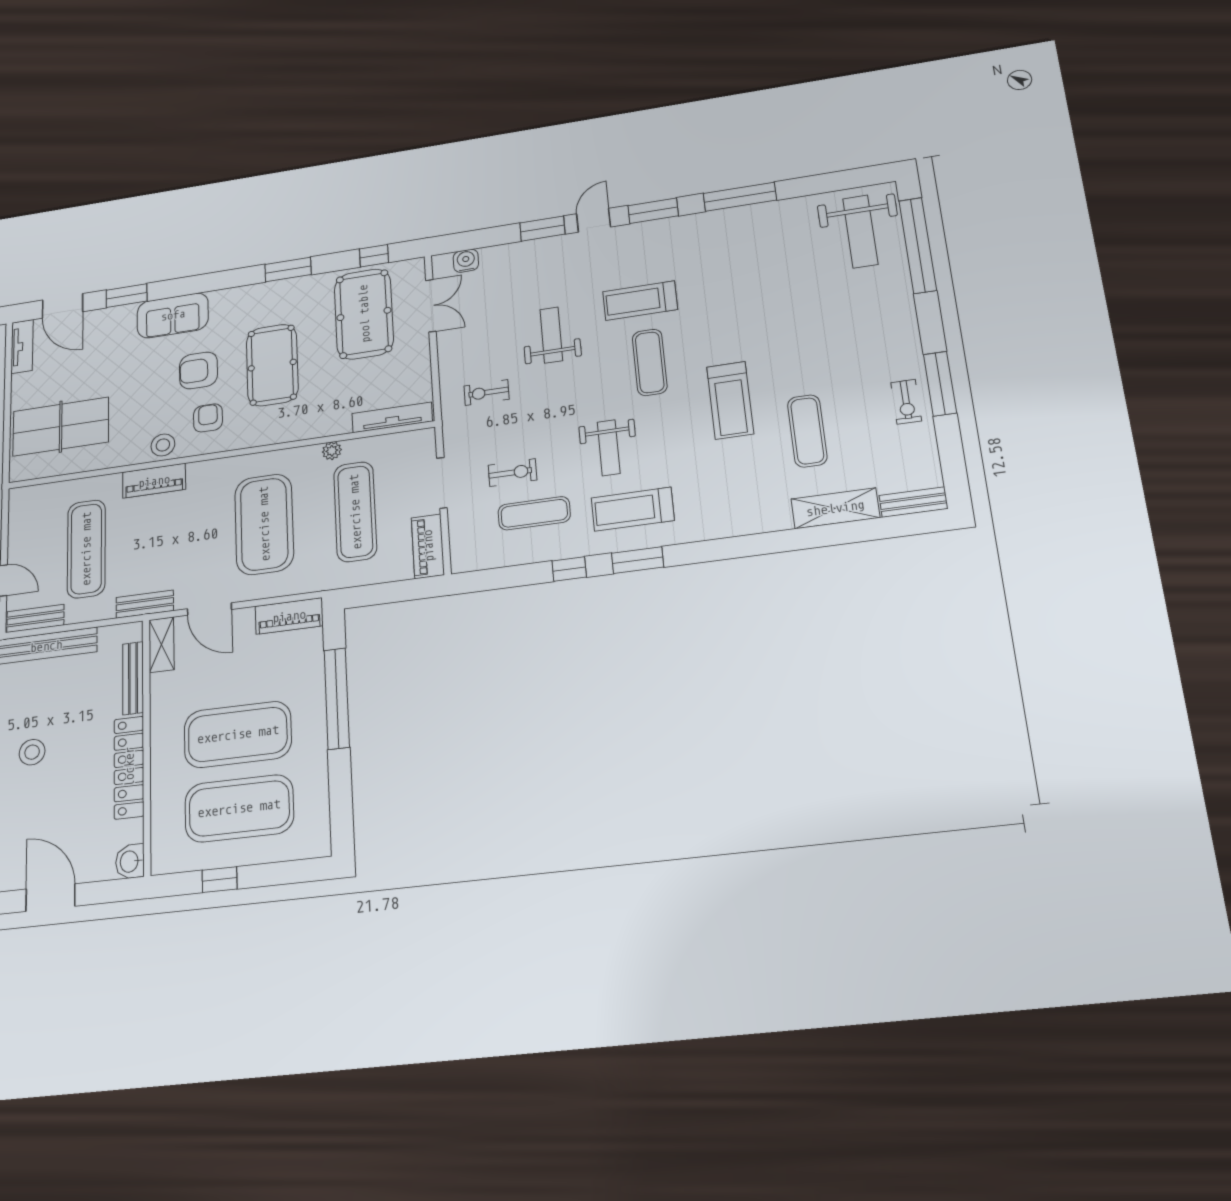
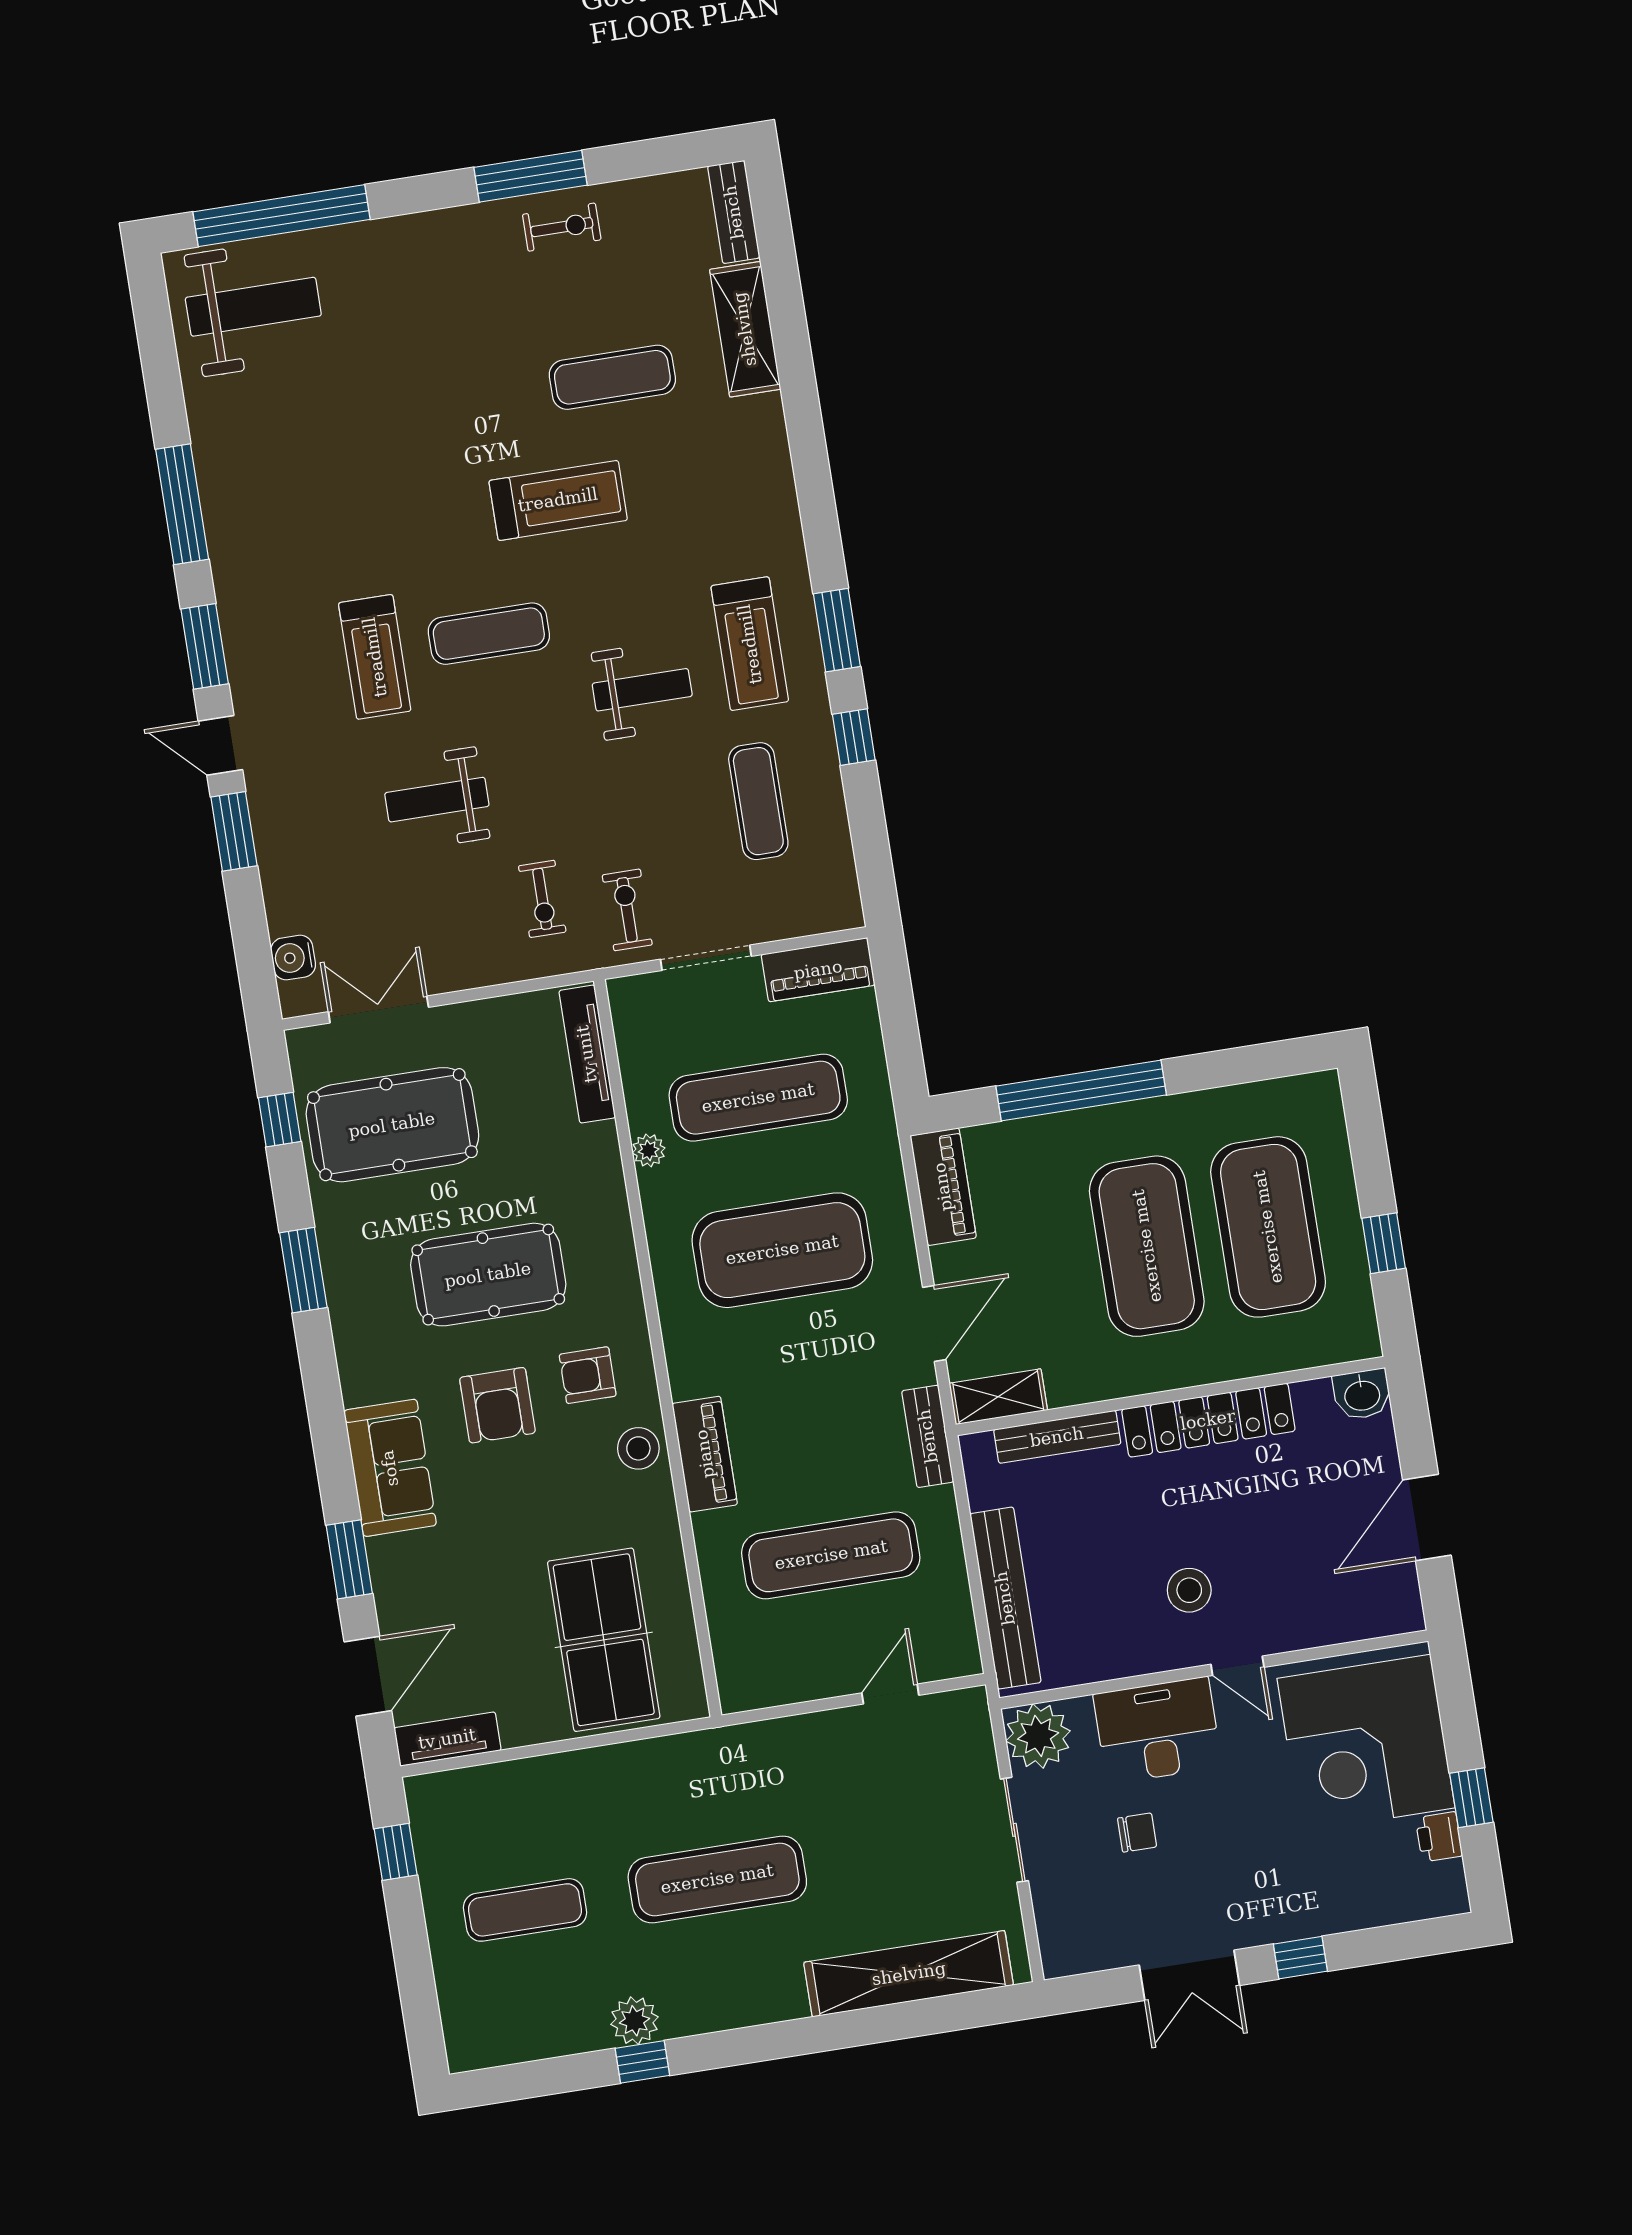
exercise bike: (512, 473) -> (627, 910), moved
bench: (35, 618) -> (957, 1625), removed

